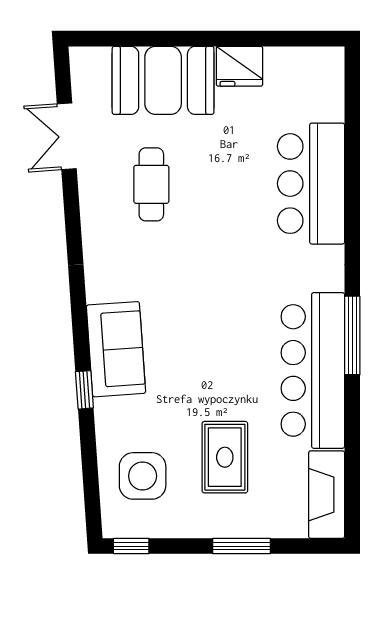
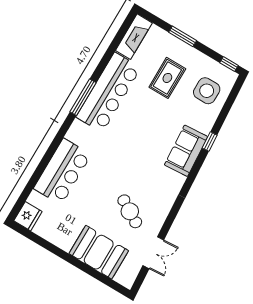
fridge: (240, 66) -> (28, 216), moved, turned 90
cafe table: (151, 184) -> (130, 211), turned -59

